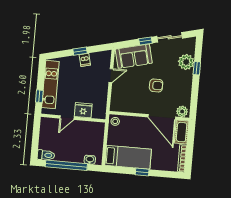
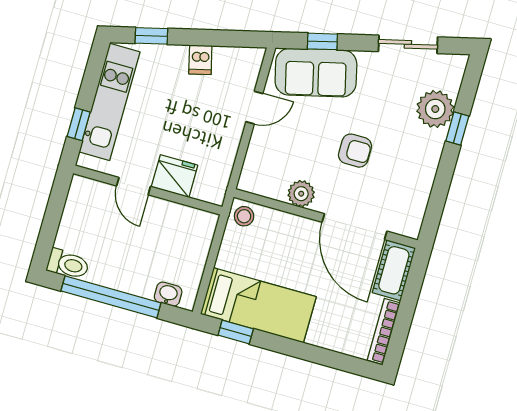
window: (145, 41) -> (322, 41), moved
window: (80, 51) -> (151, 36), moved
plant: (182, 112) -> (301, 194), moved
door: (67, 118) -> (134, 186), hinge flipped
window: (142, 172) -> (236, 332), moved

